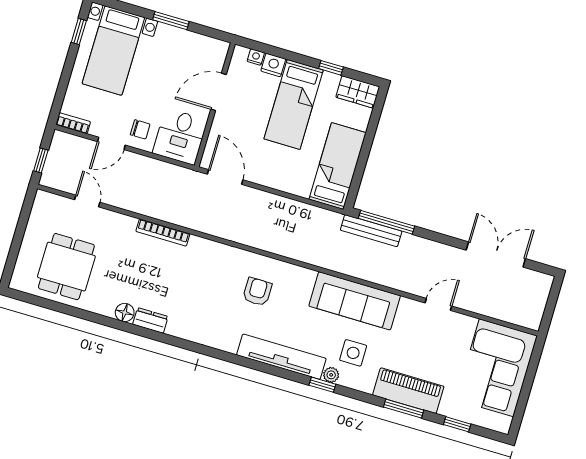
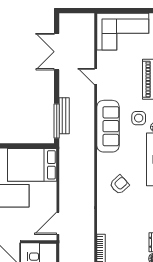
bed: (338, 166) -> (32, 165), width x1.50
bench: (371, 231) -> (64, 116), moved
armchair: (257, 292) -> (119, 185), turned 138

